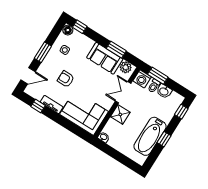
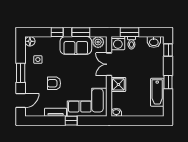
window: (80, 27) -> (57, 32), moved
washbasin: (164, 91) -> (154, 42), moved
window: (38, 106) -> (71, 121), moved
bathtub: (150, 136) -> (157, 92), width x0.73, depth x0.73

